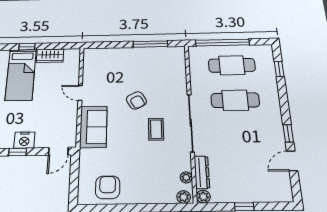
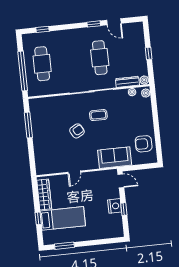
wardrobe: (50, 56) -> (44, 195), width x1.50
cafe table: (235, 100) -> (100, 58), moved
sofa: (93, 127) -> (115, 158), moved

